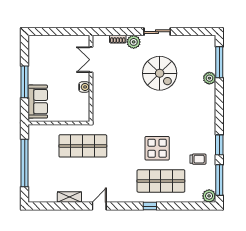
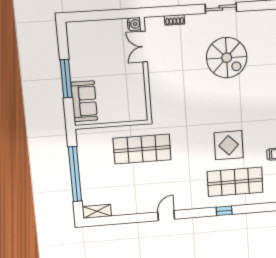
plant: (134, 42) -> (194, 22), removed
water cooler: (84, 87) -> (134, 24), moved
shelving: (69, 197) -> (97, 211), moved

